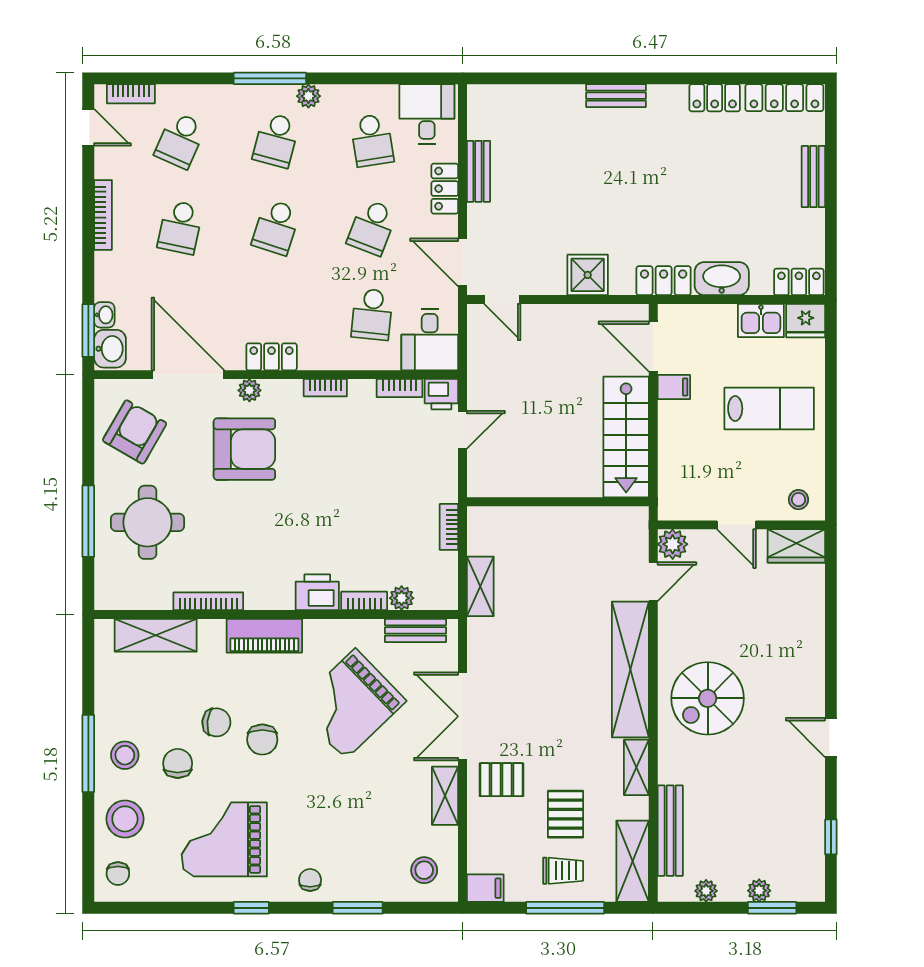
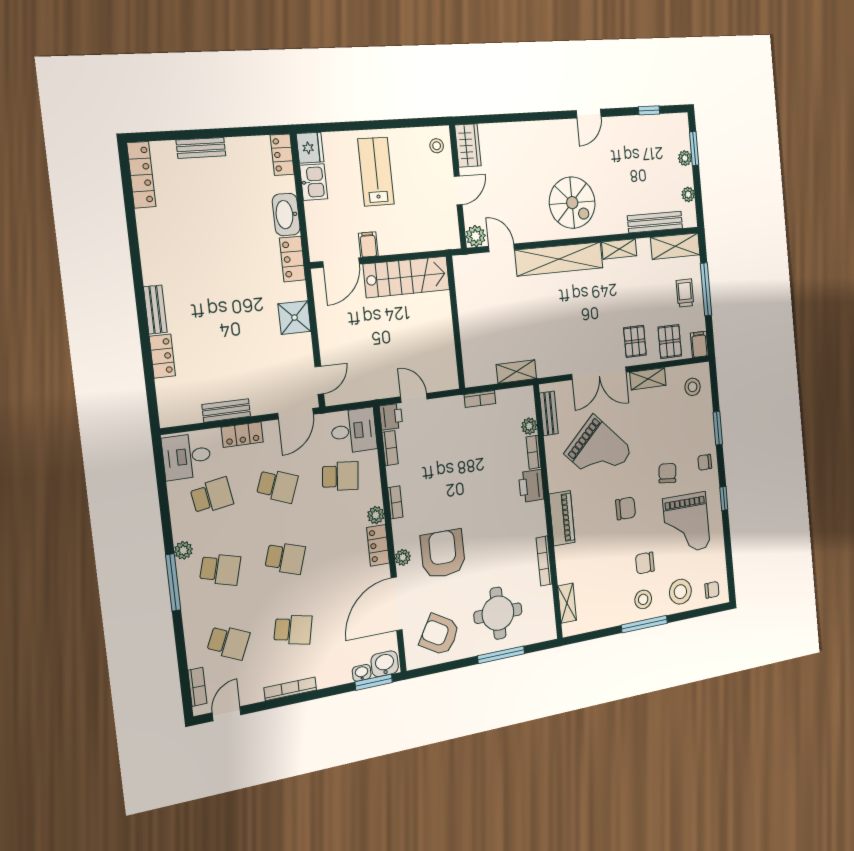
locker: (715, 98) -> (162, 356), moved
plant: (313, 358) -> (376, 515), added
shelving: (156, 635) -> (567, 603), width x0.67, depth x0.75
chair: (216, 722) -> (667, 473), moved
pallet: (566, 814) -> (670, 342), moved, turned 90

